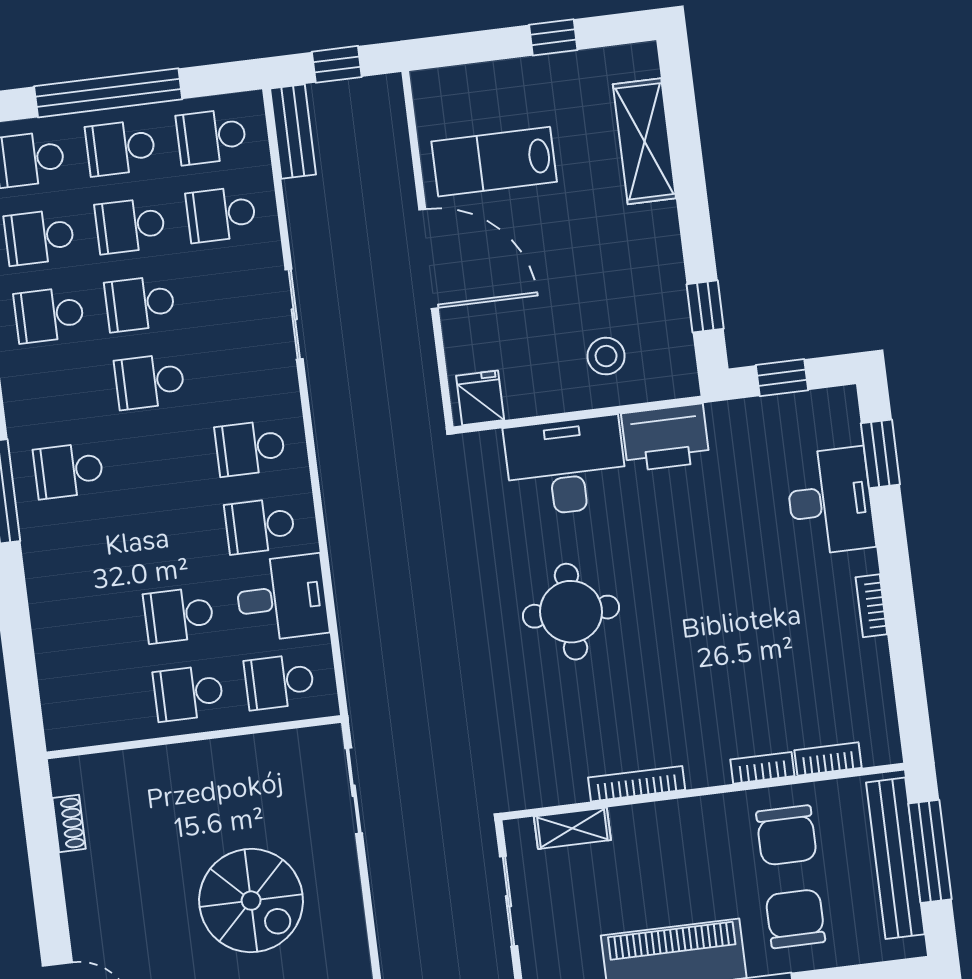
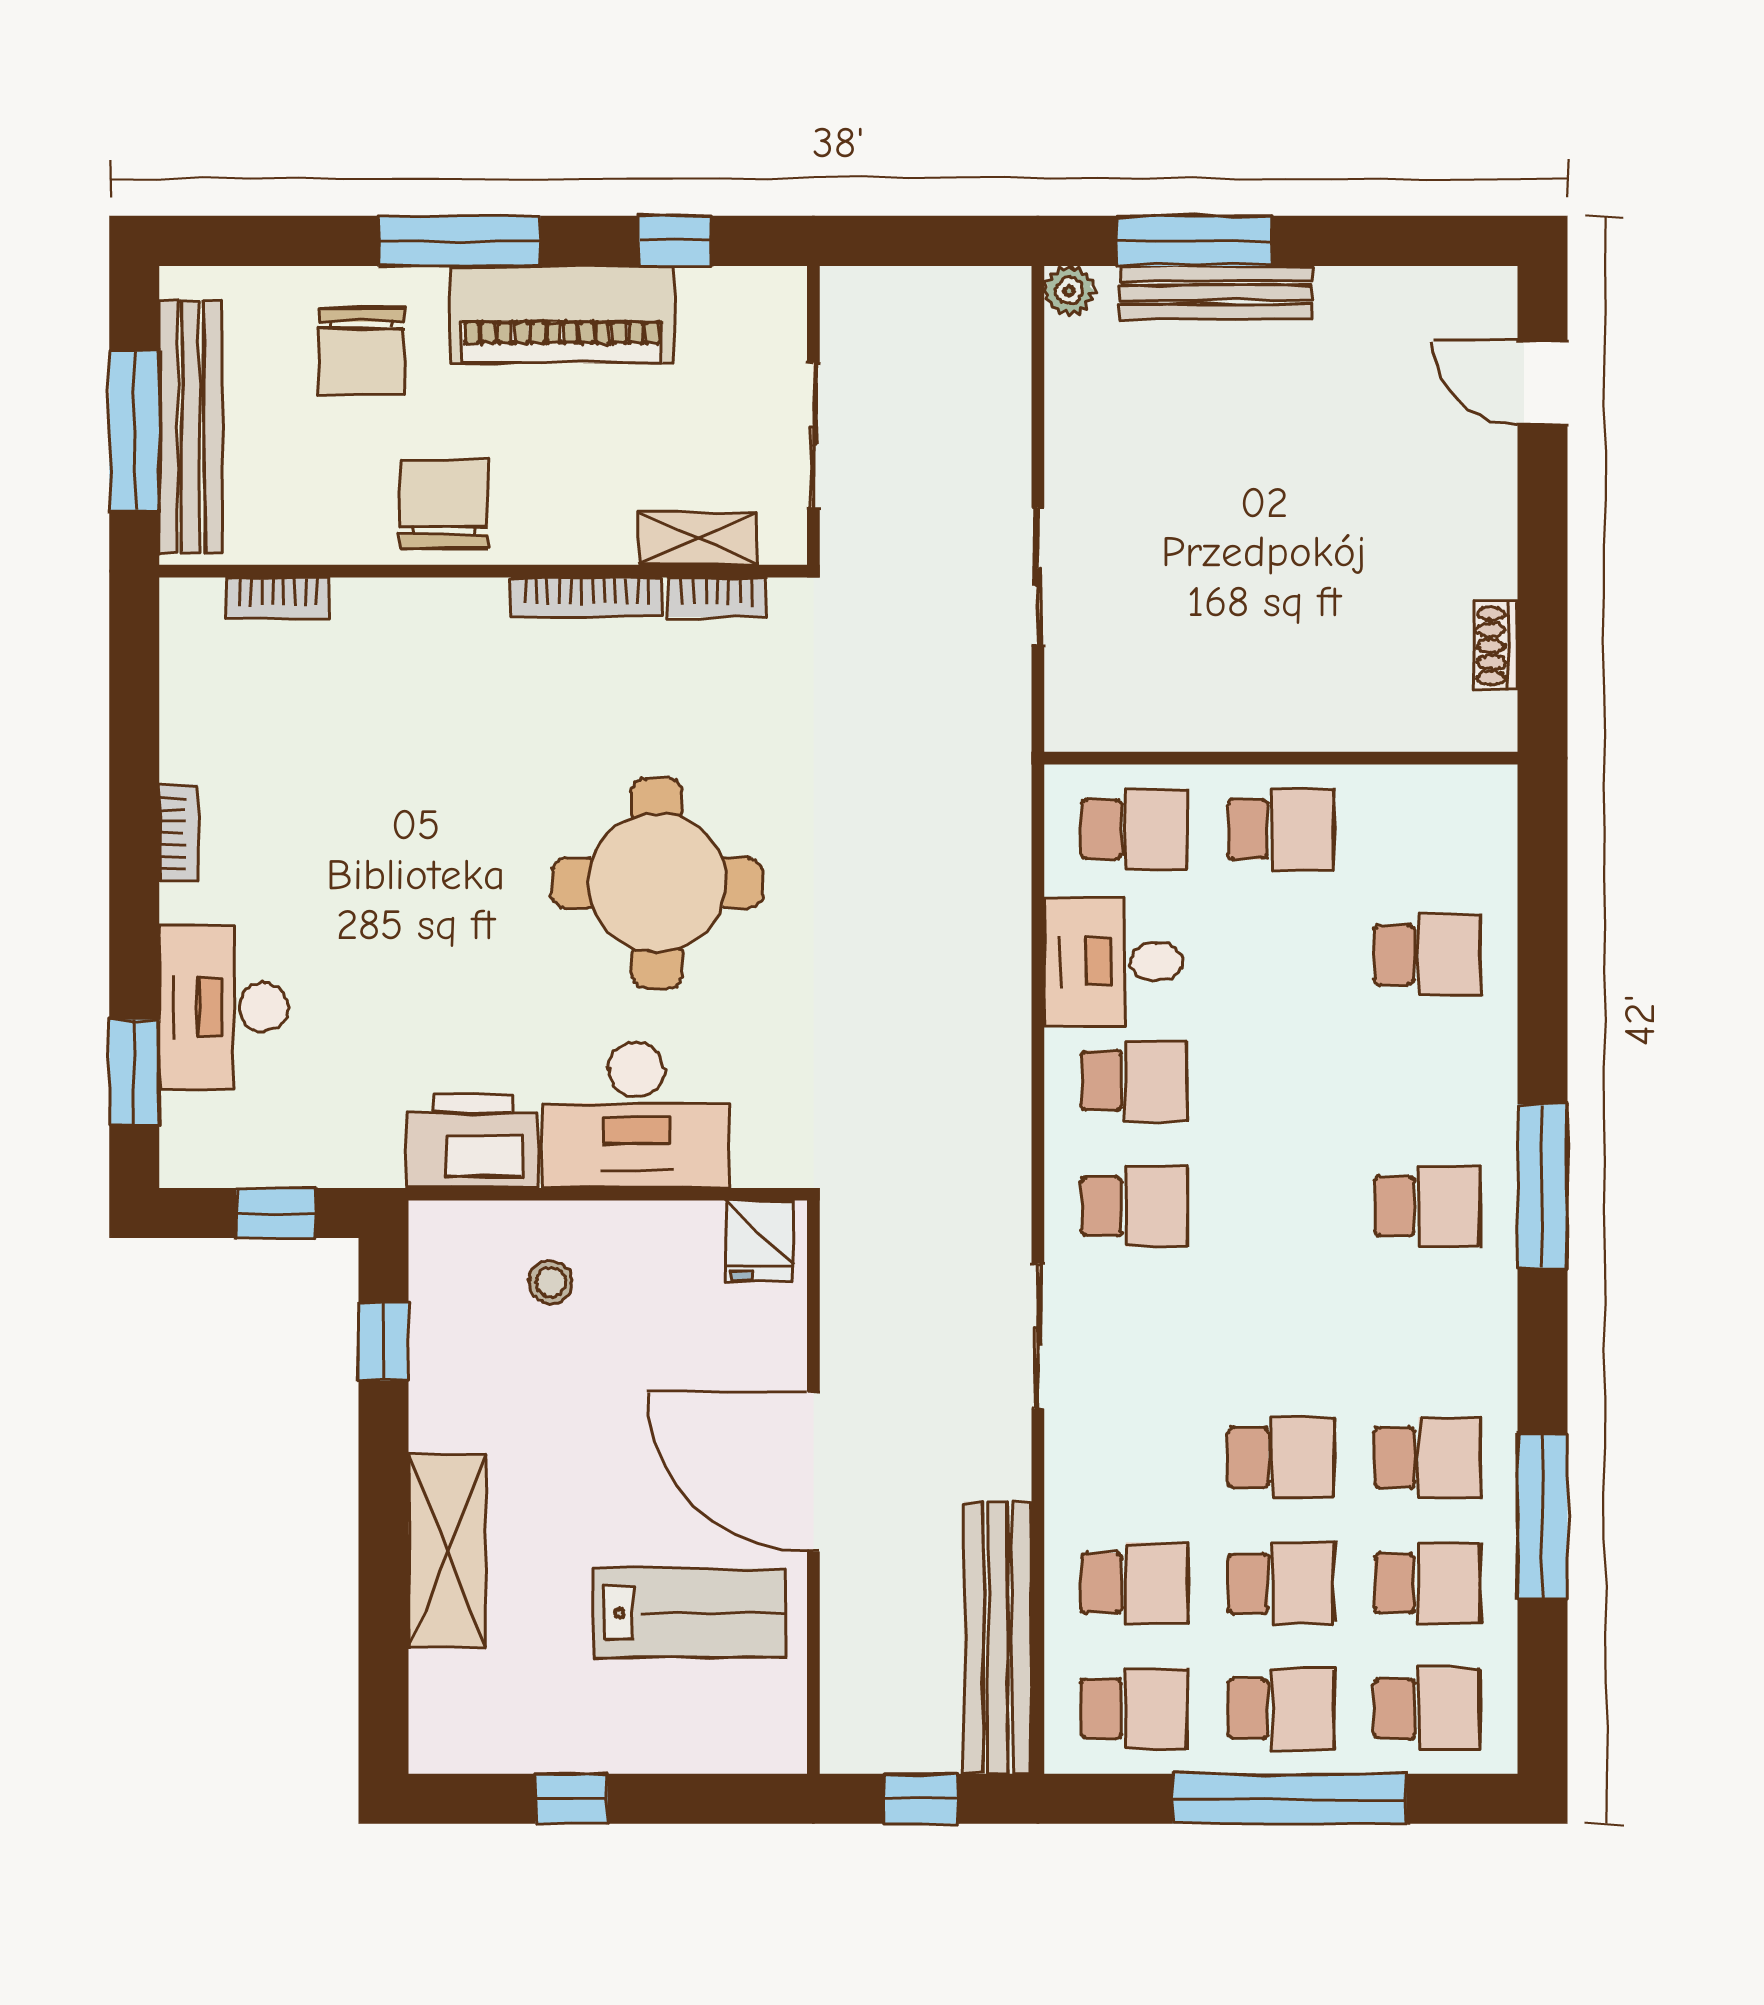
bench: (293, 131) -> (998, 1638), width x1.86, depth x1.21
shelving: (644, 141) -> (447, 1551), moved
sliding door: (294, 314) -> (1038, 1336), moved
stool: (606, 356) -> (551, 1282), width x0.73, depth x0.73
school desk: (150, 382) -> (1281, 1332), removed
round table: (571, 612) -> (657, 883), width x1.36, depth x1.36
school desk: (179, 615) -> (1427, 955), moved
bookcase: (762, 768) -> (717, 597), moved
sliding door: (354, 791) -> (1038, 577), moved
chair: (786, 835) -> (444, 504), moved
spiral stairs: (251, 901) -> (1222, 487), removed

